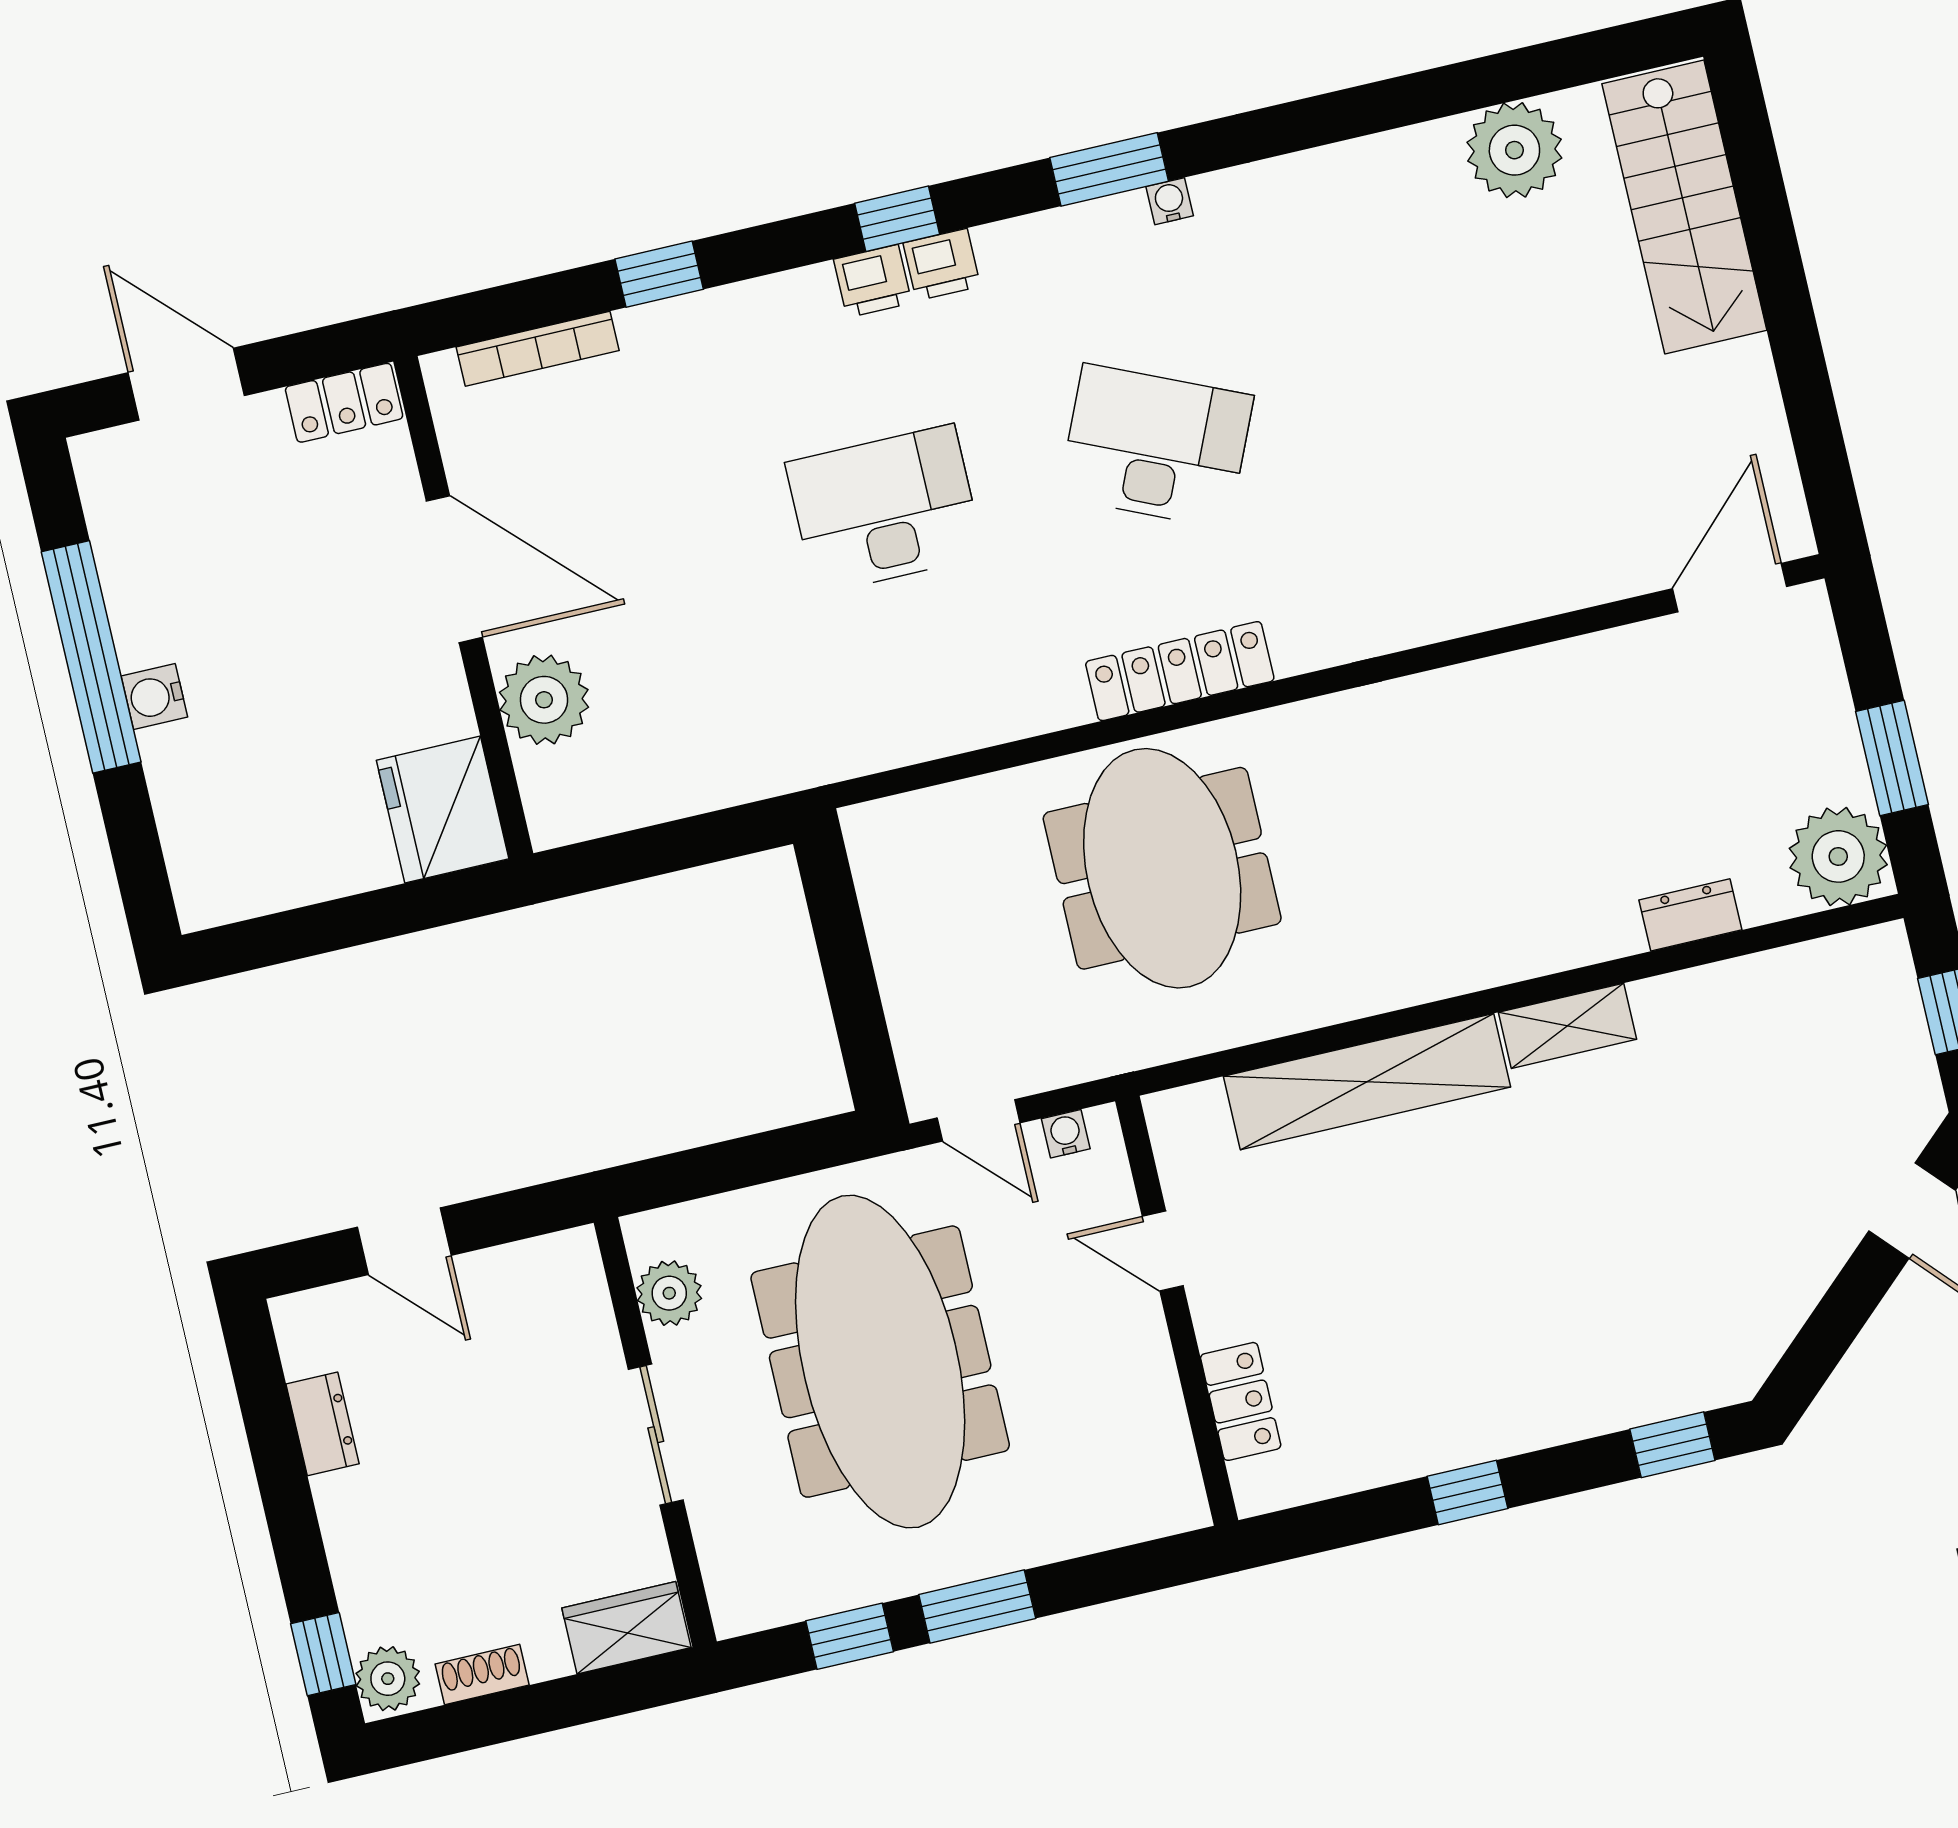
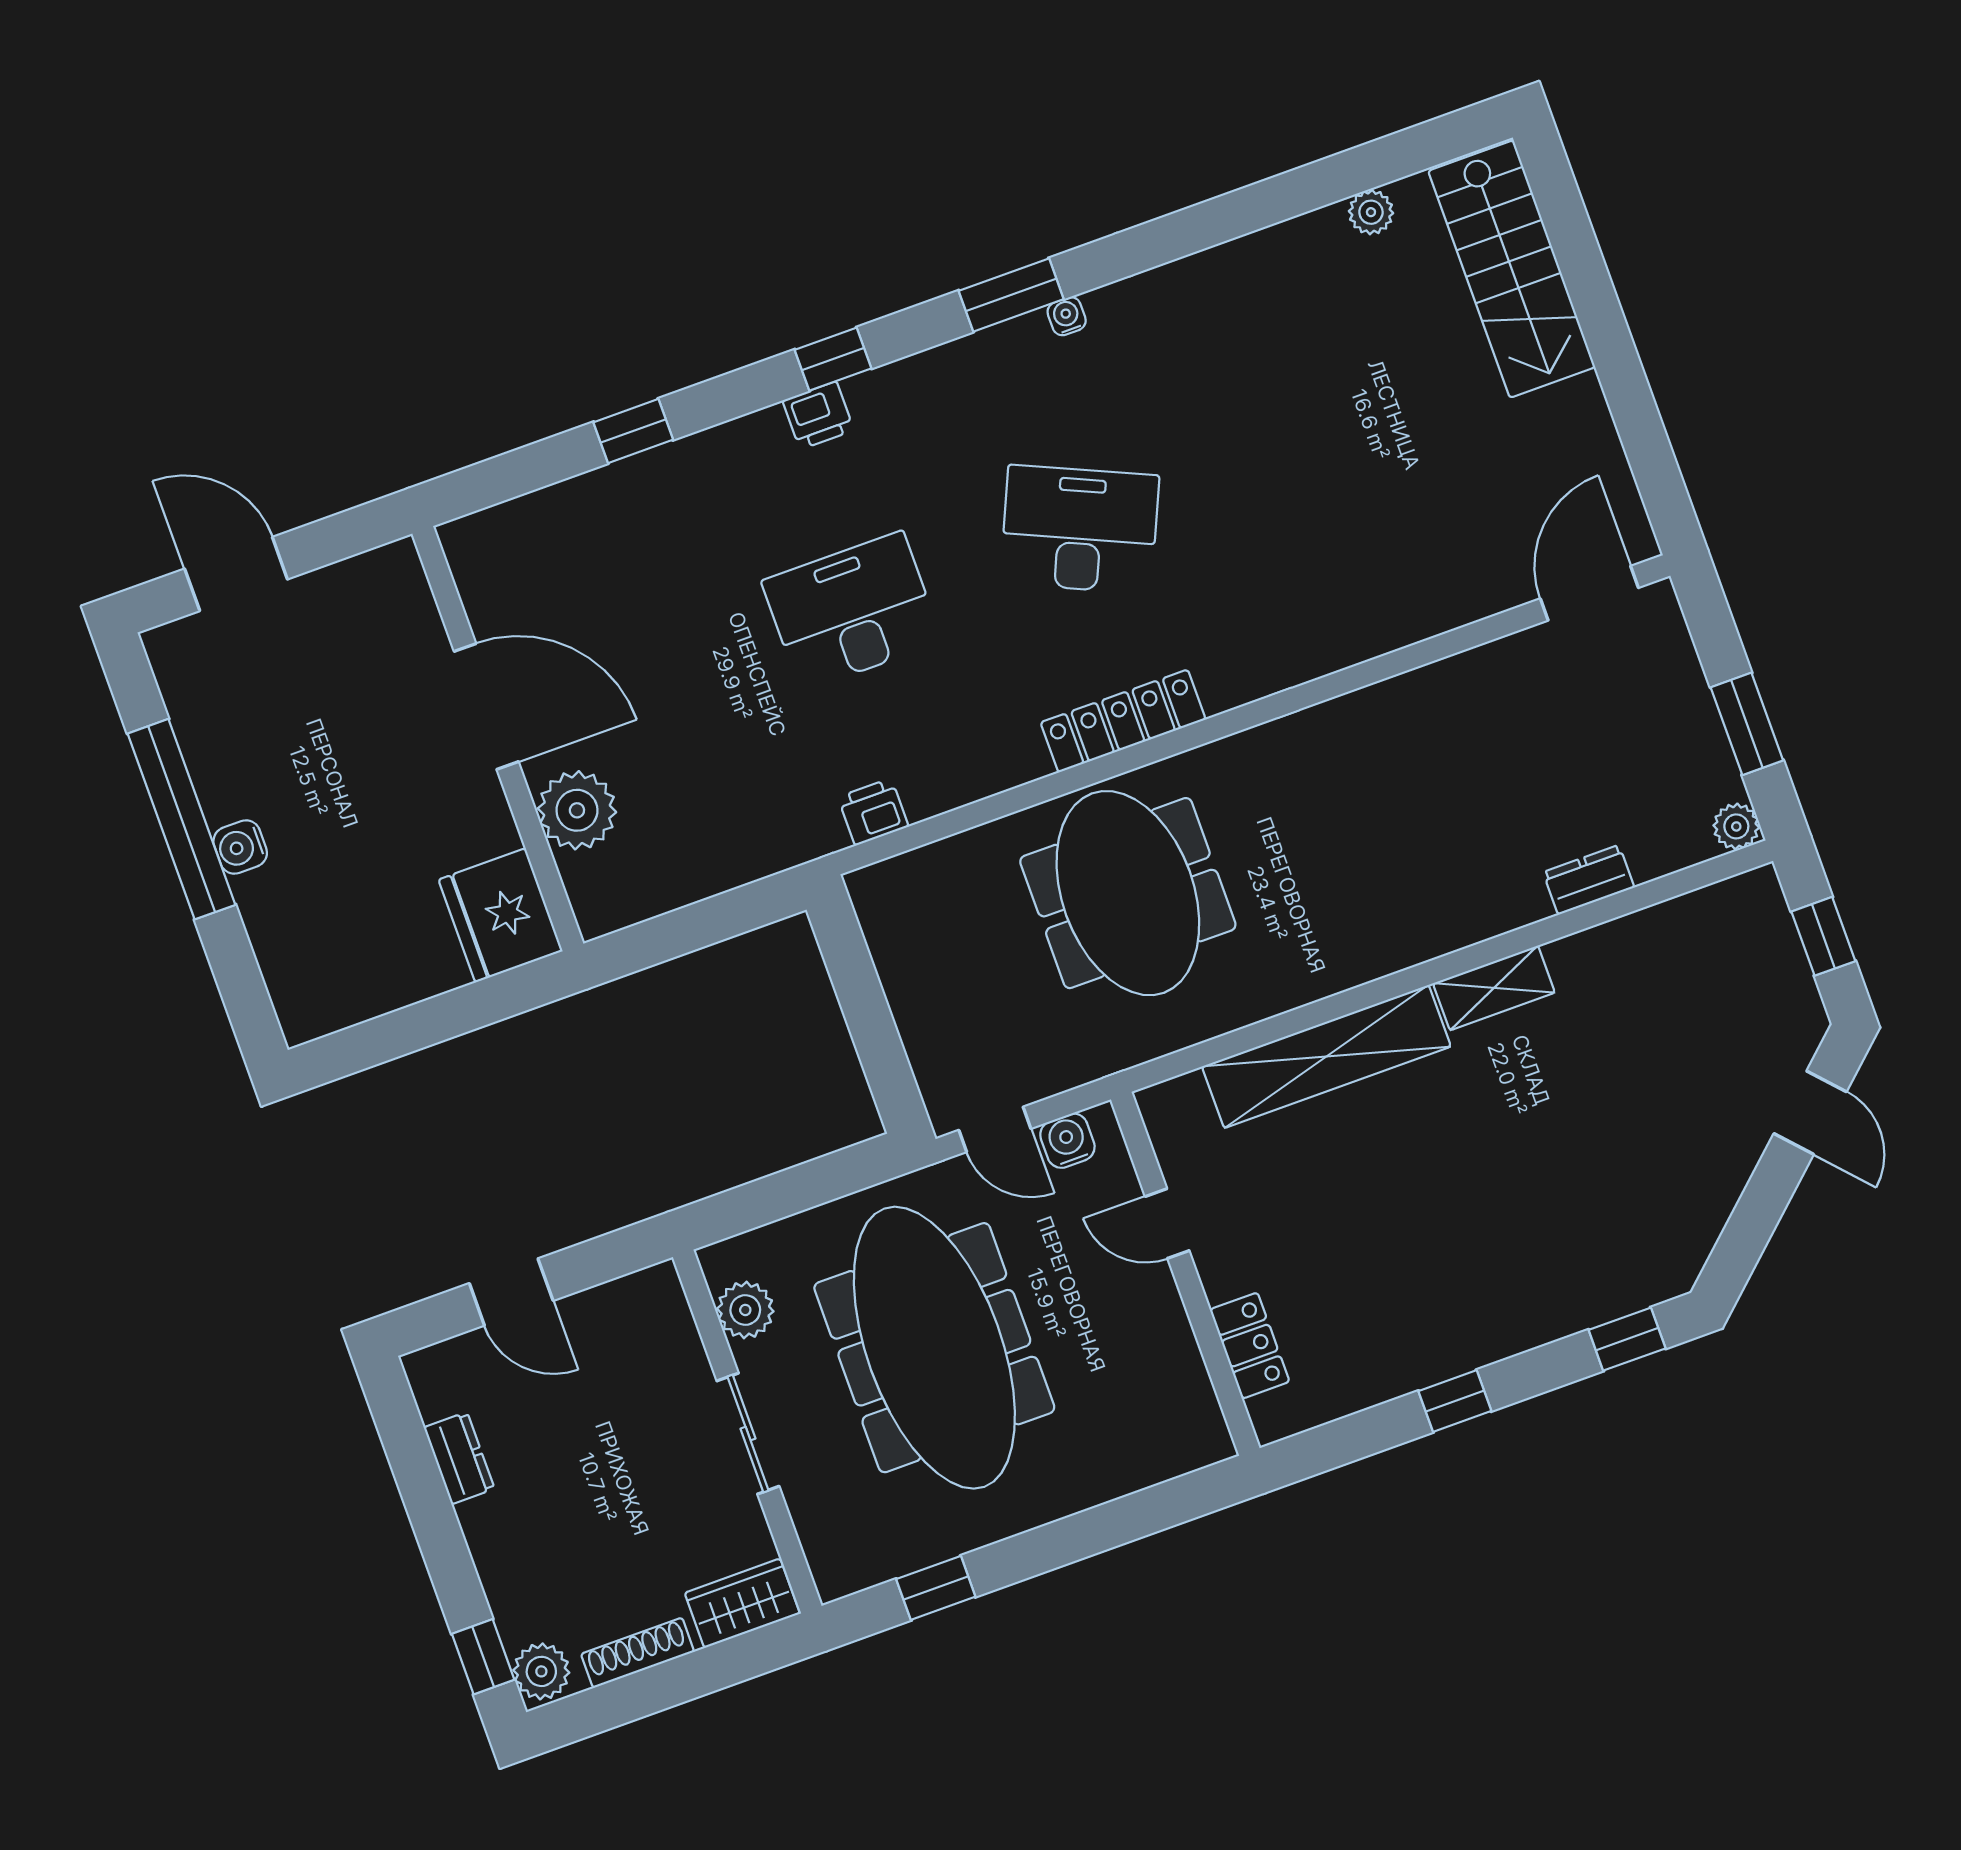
plant: (1514, 150) -> (1371, 212), width x0.53, depth x0.53
printer: (942, 265) -> (873, 812), moved, turned 180
bookcase: (538, 349) -> (536, 508), removed
locker: (344, 403) -> (374, 574), removed
plant: (1838, 856) -> (1736, 826), width x0.53, depth x0.53
water cooler: (1066, 1134) -> (1067, 1141), width x1.38, depth x1.38
window: (977, 1607) -> (1043, 1549), removed
shoe rack: (482, 1675) -> (638, 1653), width x1.43

